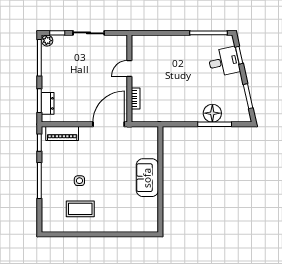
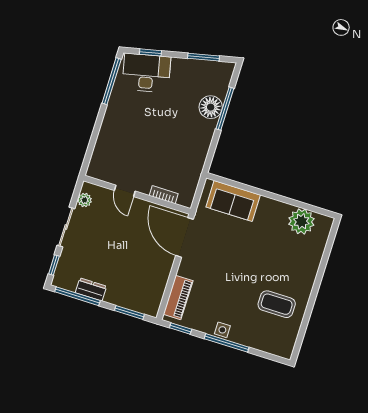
plant: (47, 41) -> (84, 200), moved
desk: (224, 62) -> (146, 73), width x1.37
dresser: (48, 103) -> (91, 289), moved
sofa: (147, 178) -> (233, 201), moved
side table: (79, 181) -> (222, 330), moved
plant: (148, 208) -> (301, 221), added
coffee table: (80, 209) -> (277, 304), turned 90

